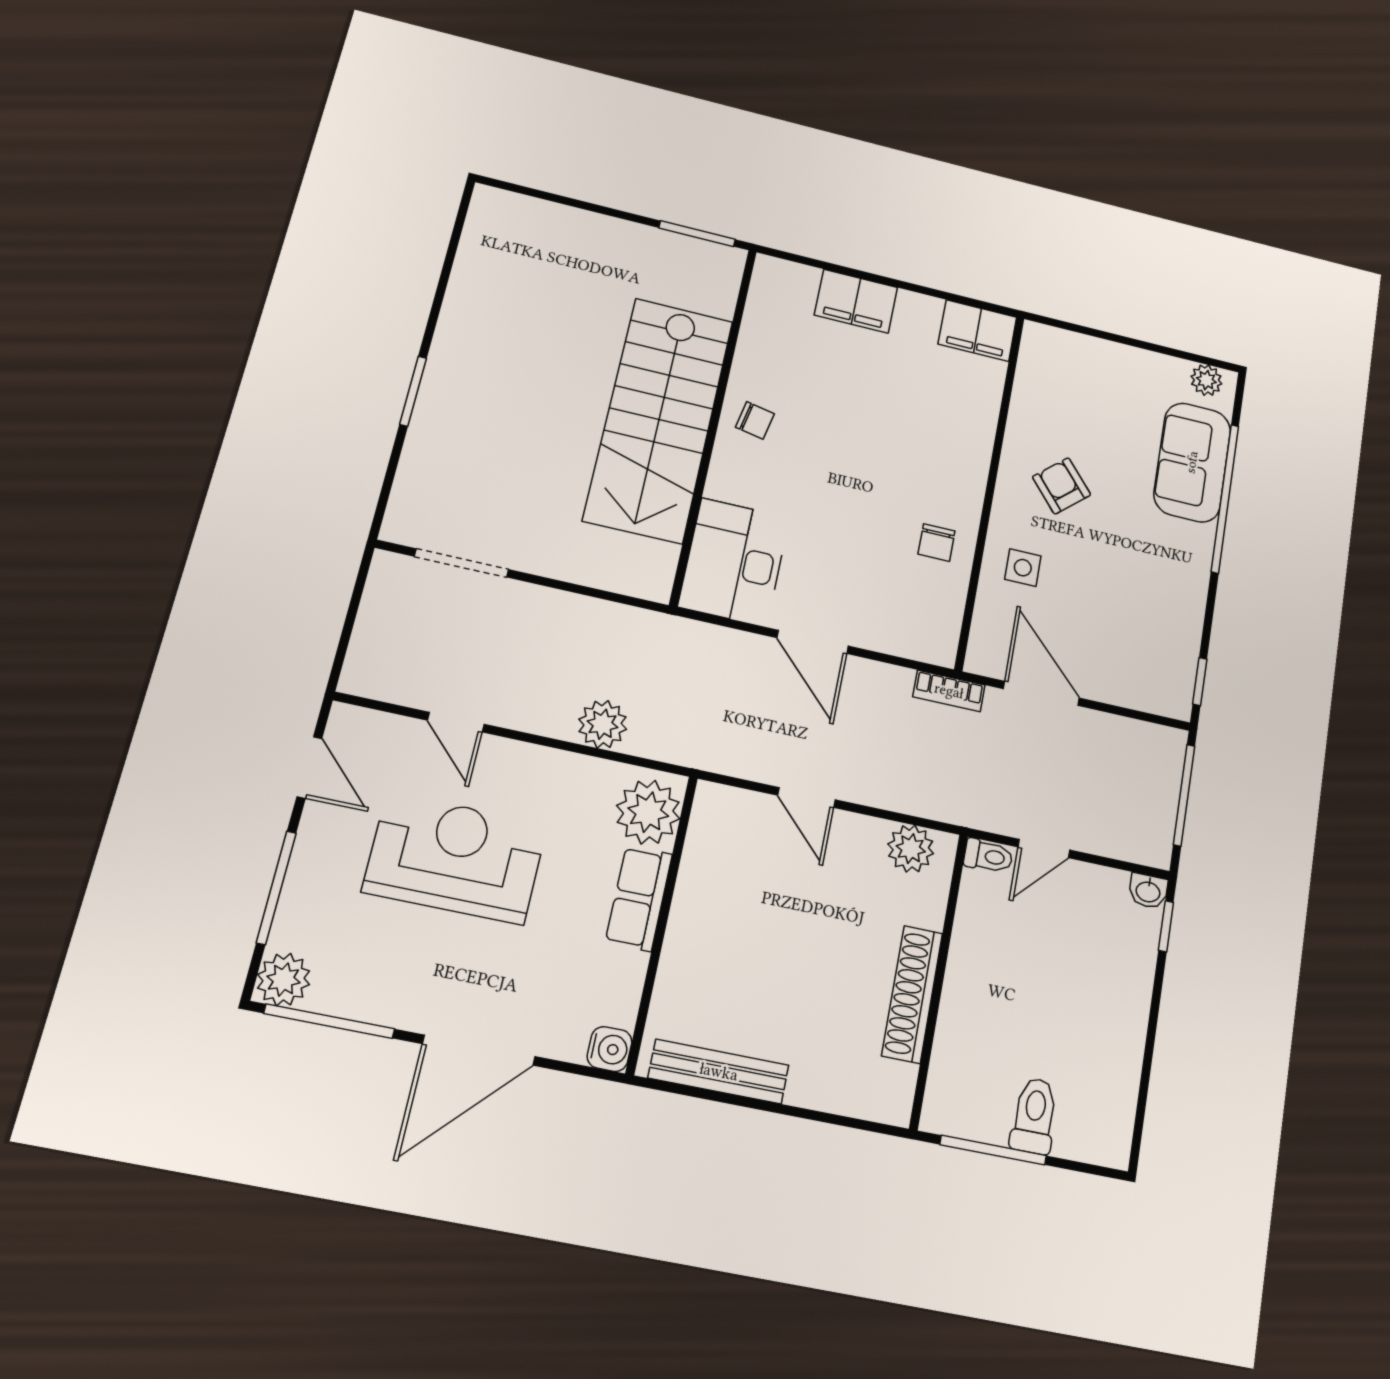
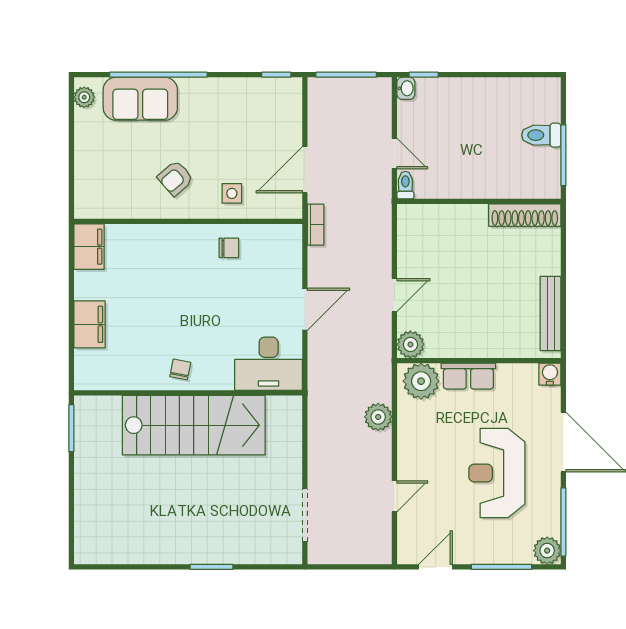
plant: (911, 849) -> (410, 344), moved
reception desk: (455, 858) -> (497, 473), moved
shoe rack: (912, 994) -> (525, 215), moved

